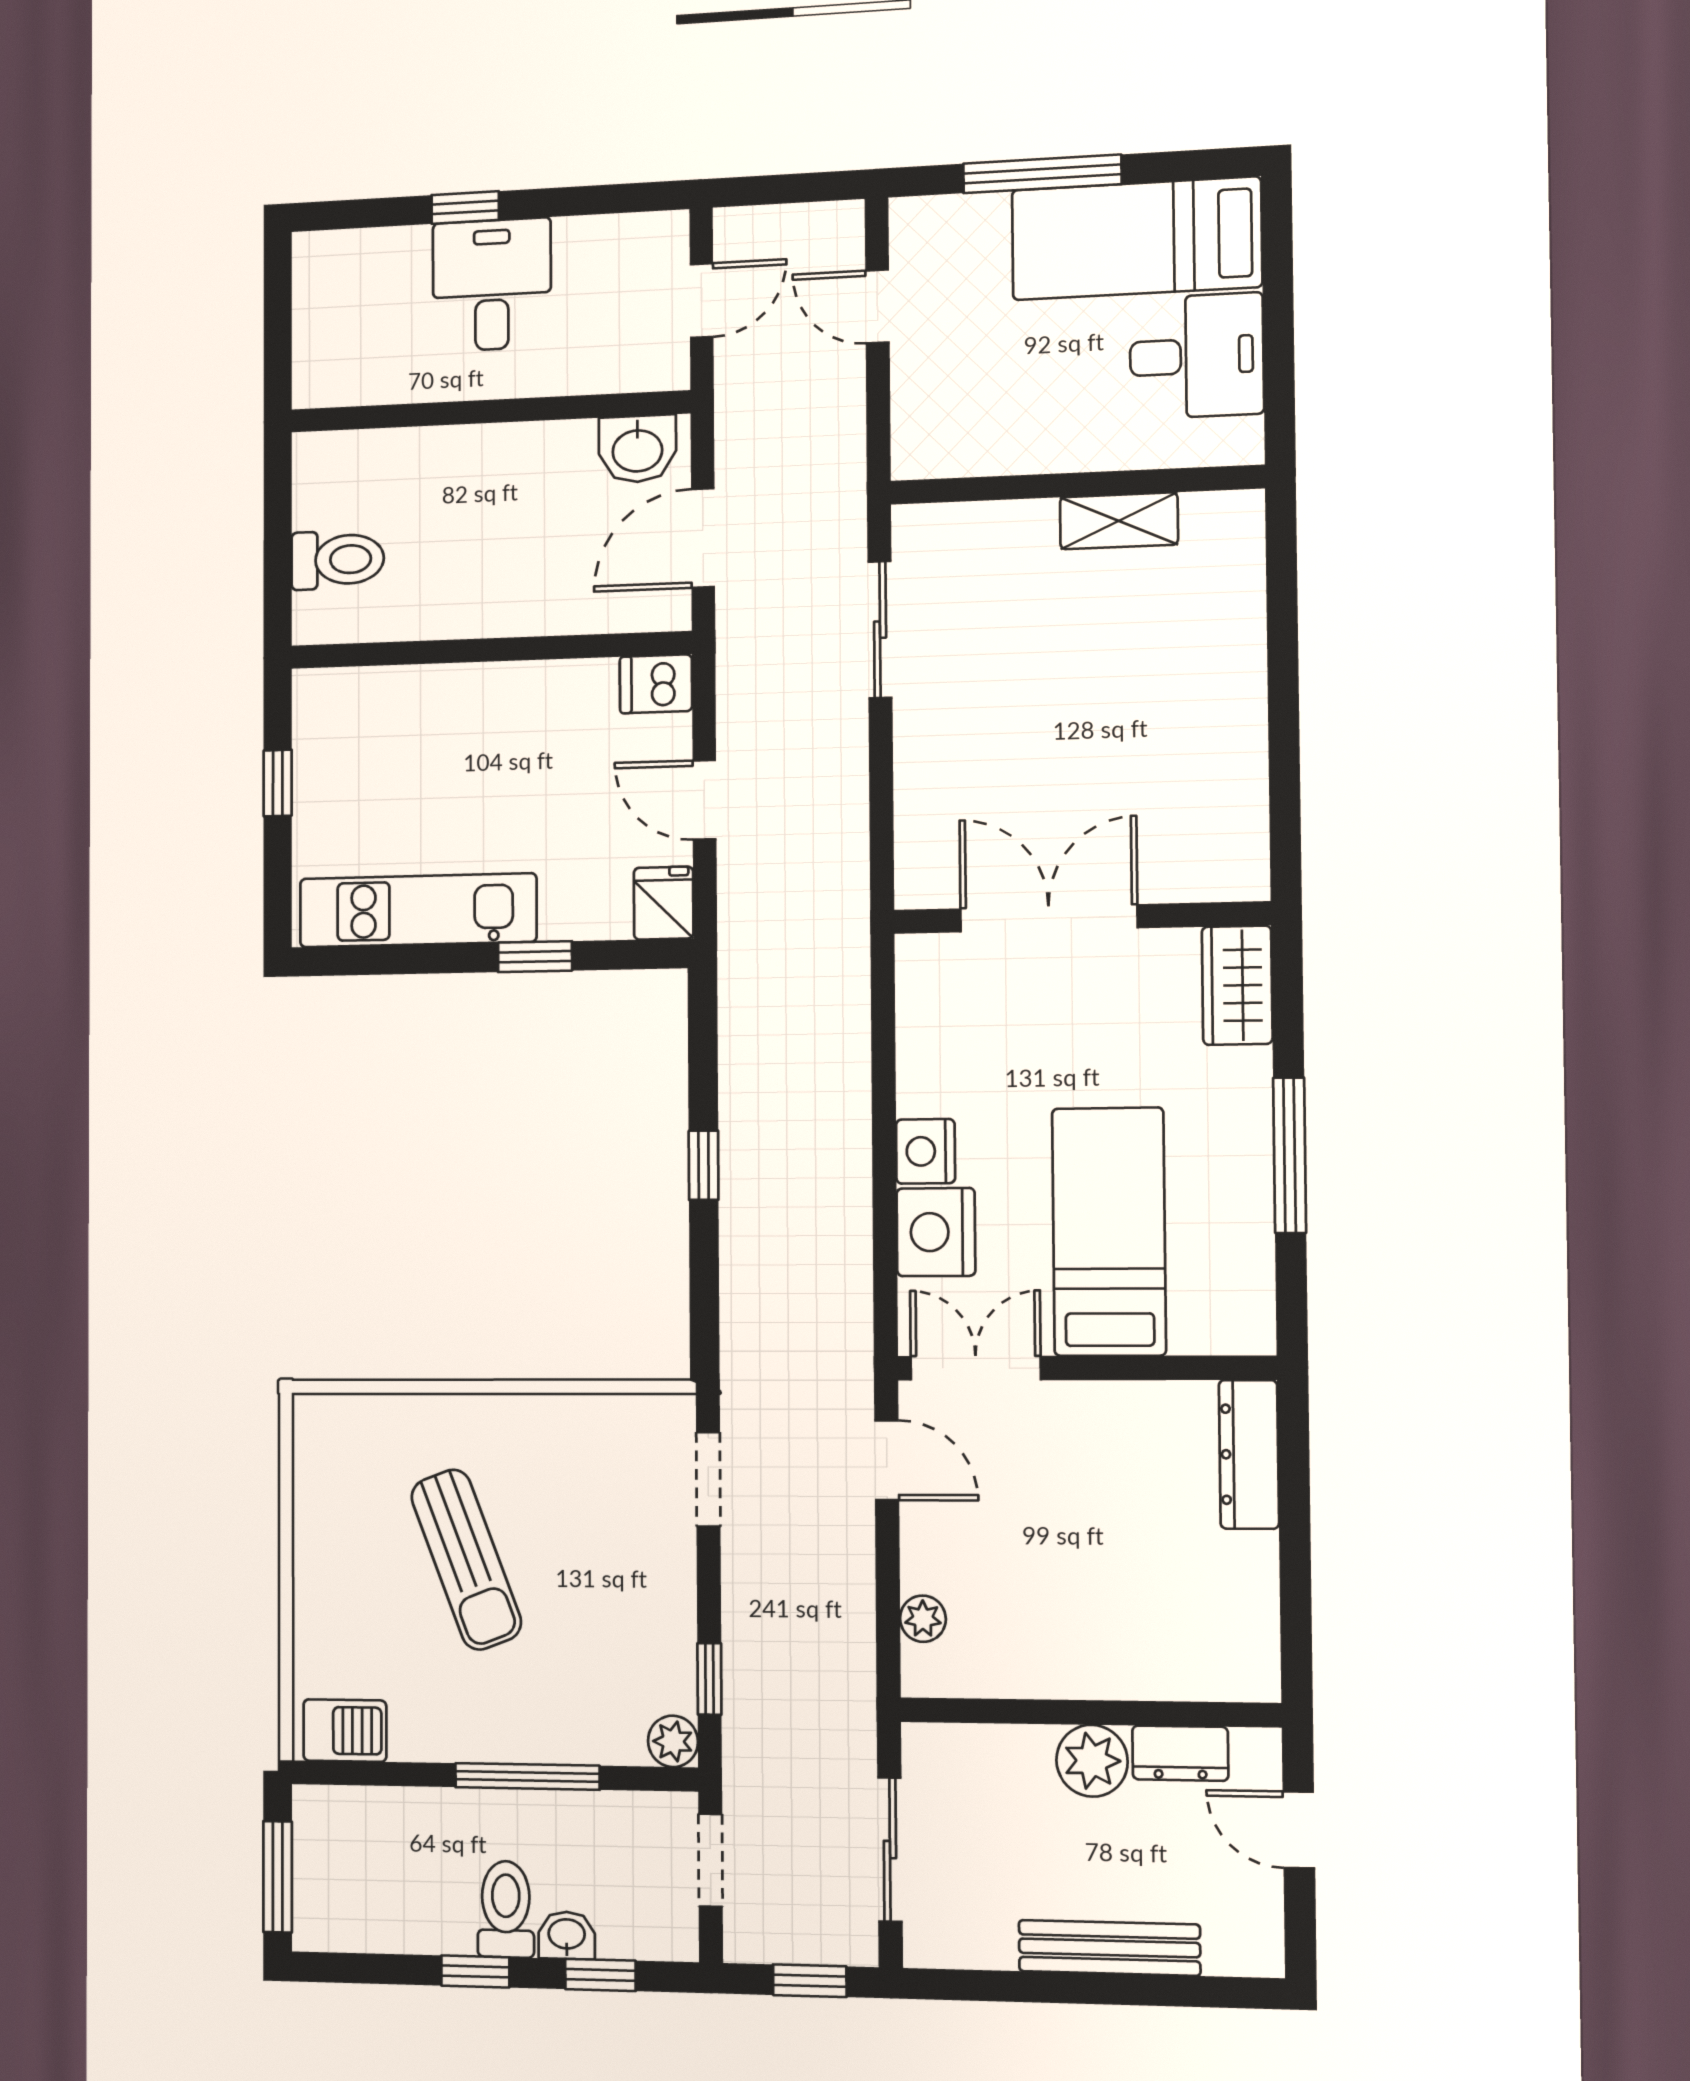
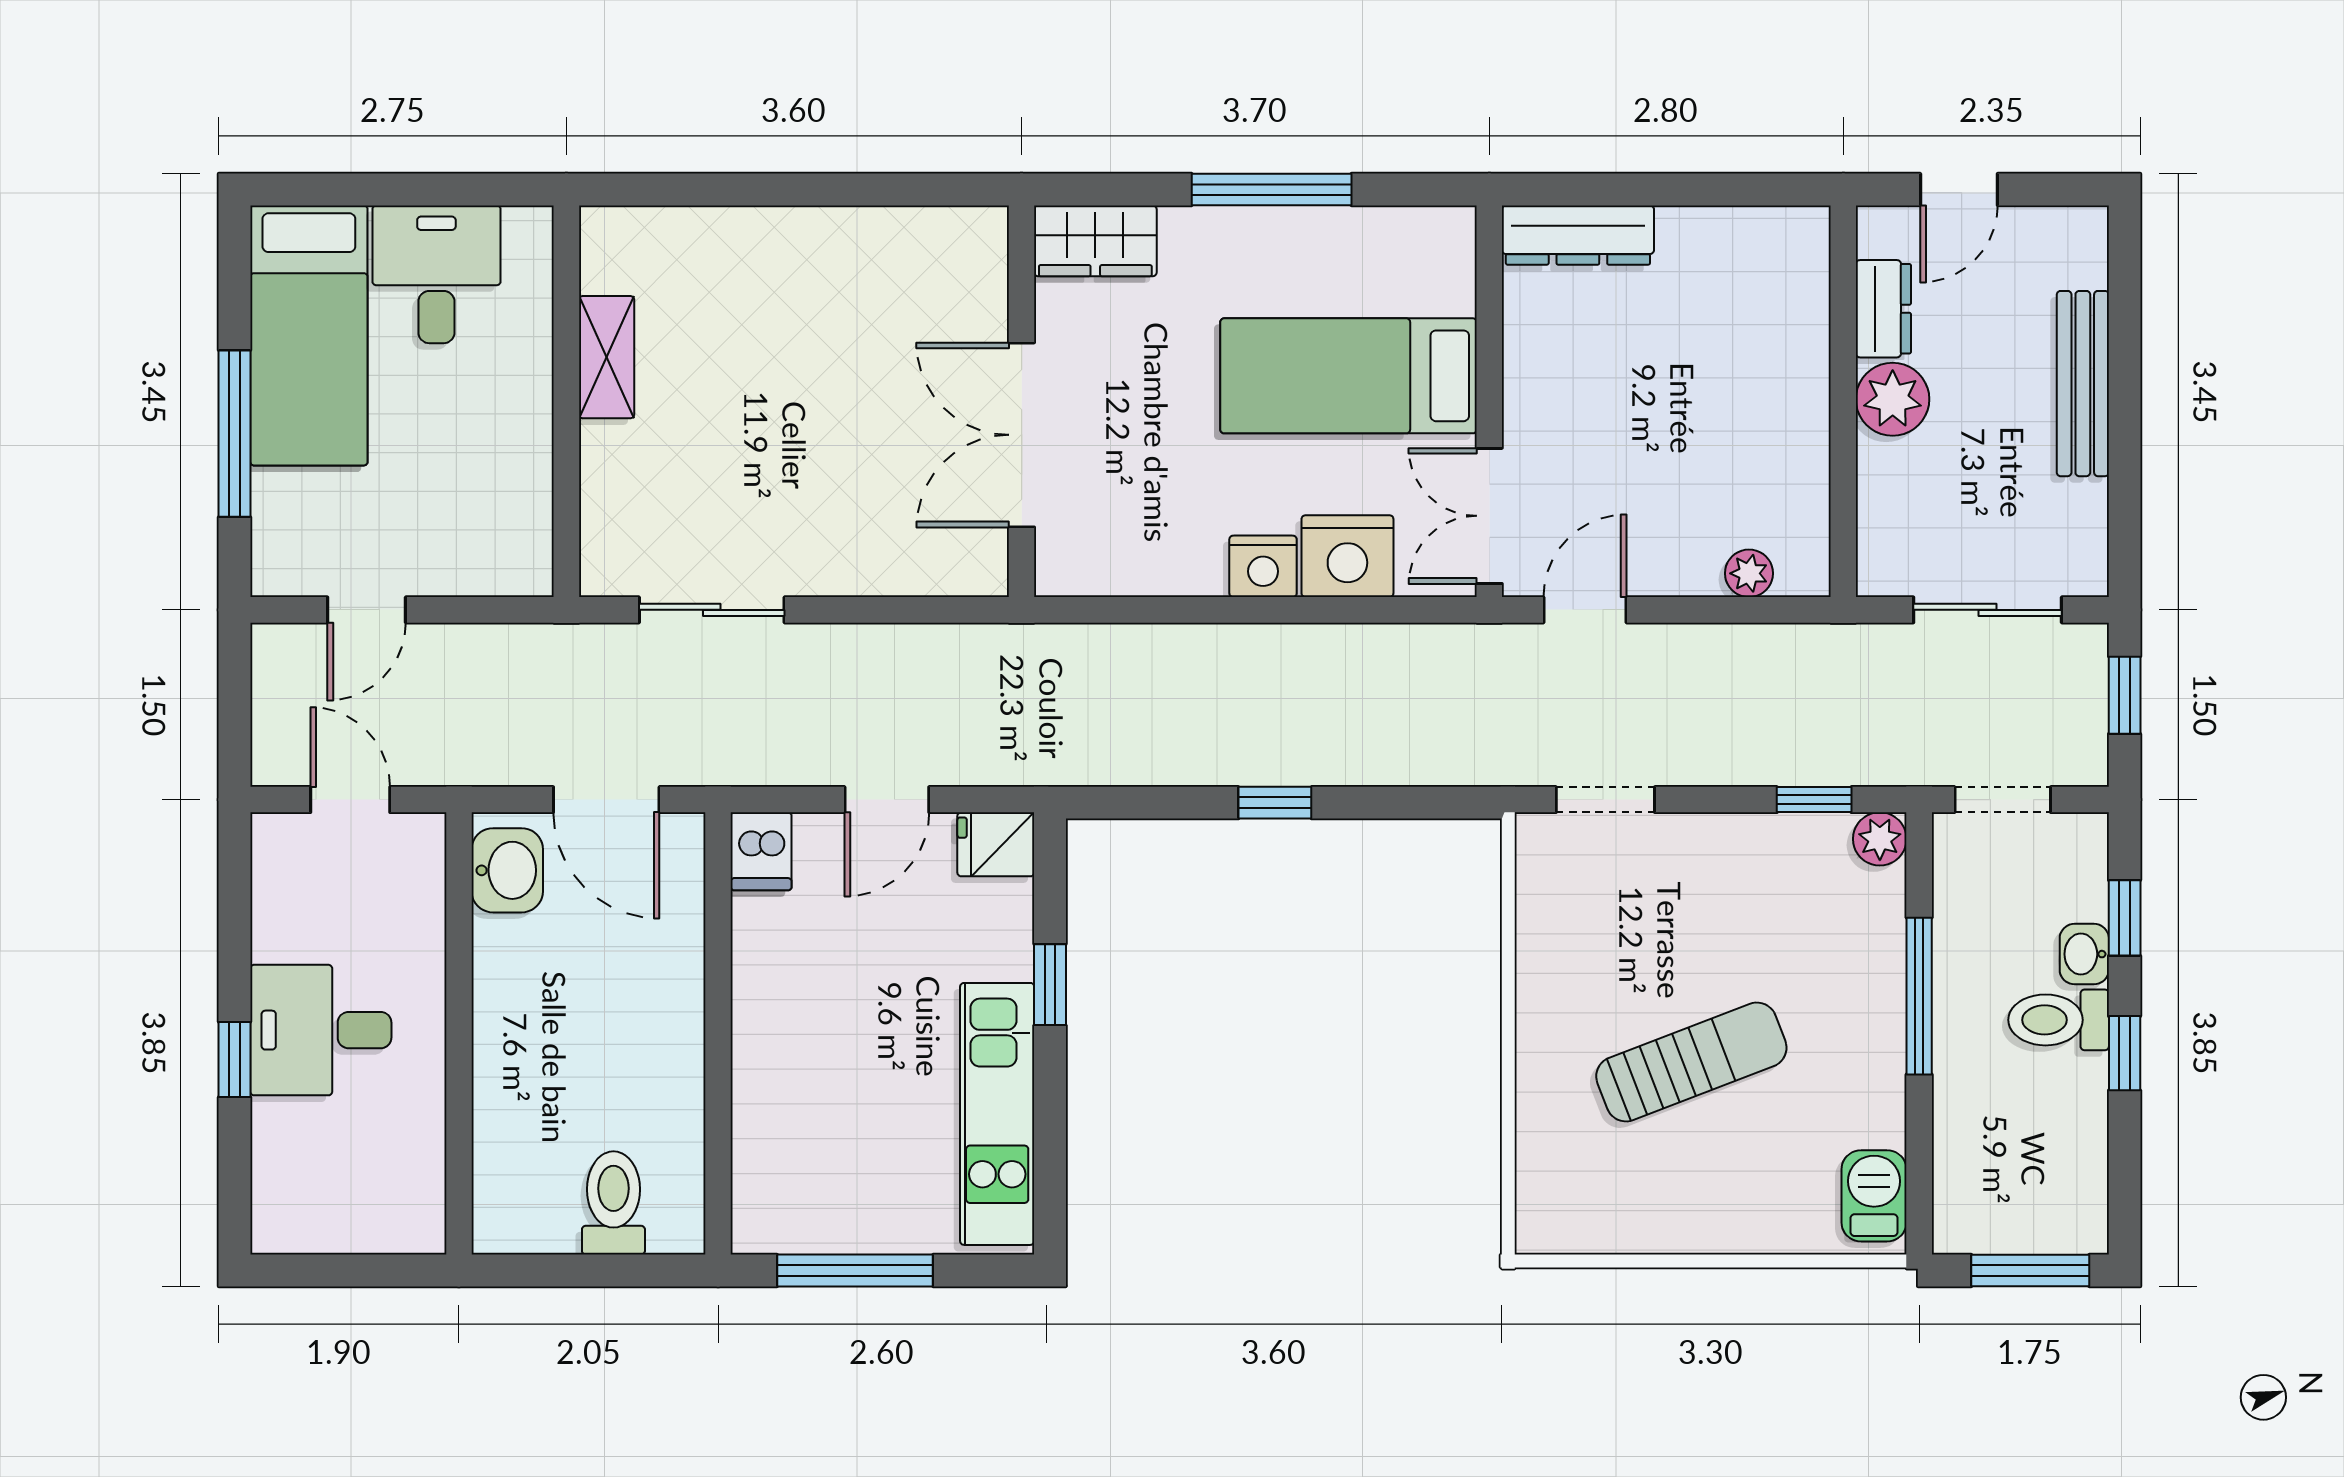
window: (278, 783) -> (855, 1270), width x2.17

